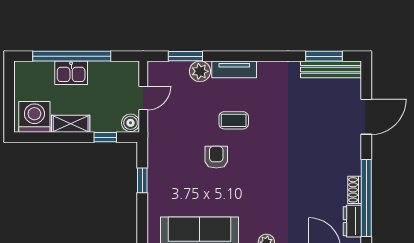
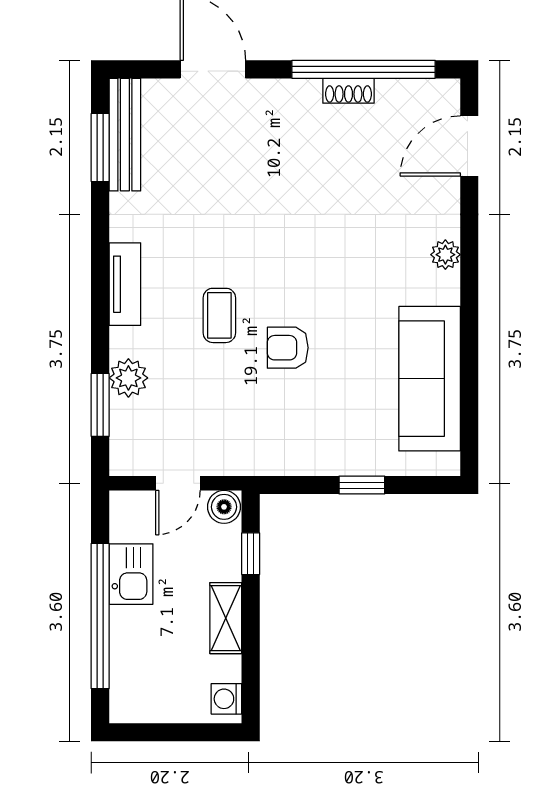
tv unit: (234, 69) -> (125, 284), moved
kitchen sink: (71, 73) -> (131, 574), moved
door: (143, 98) -> (178, 483), swing flipped
washing machine: (34, 117) -> (226, 699), width x0.53, depth x0.53
window: (142, 180) -> (362, 485), moved
dresser: (352, 221) -> (407, 95), removed

